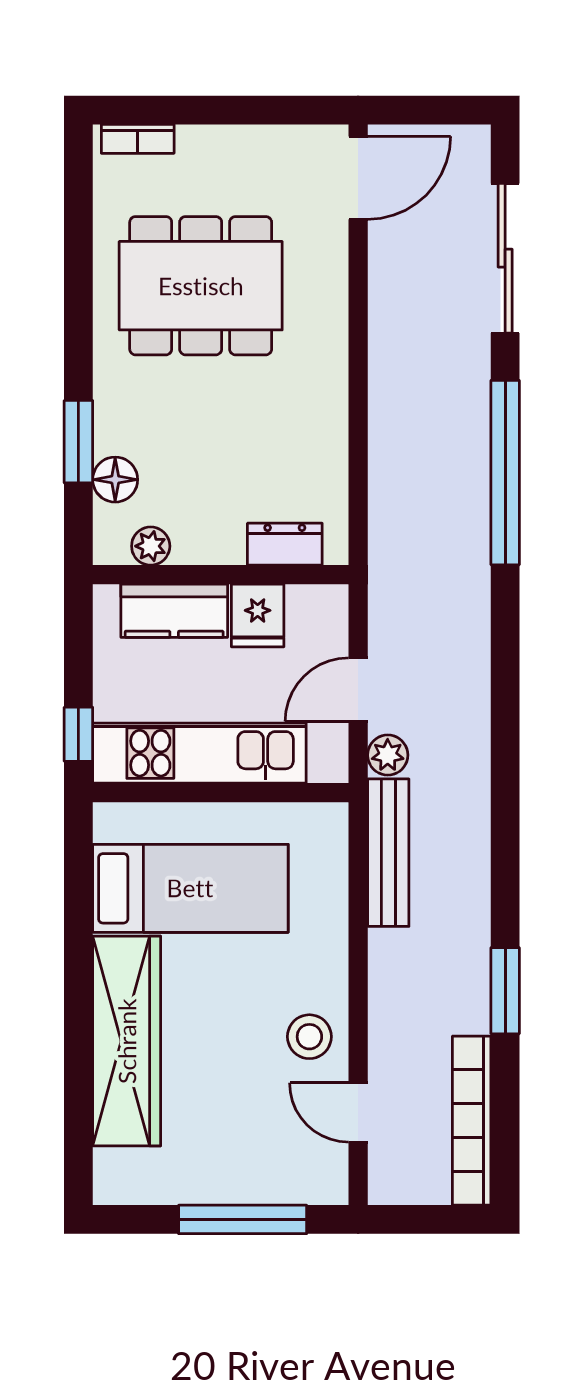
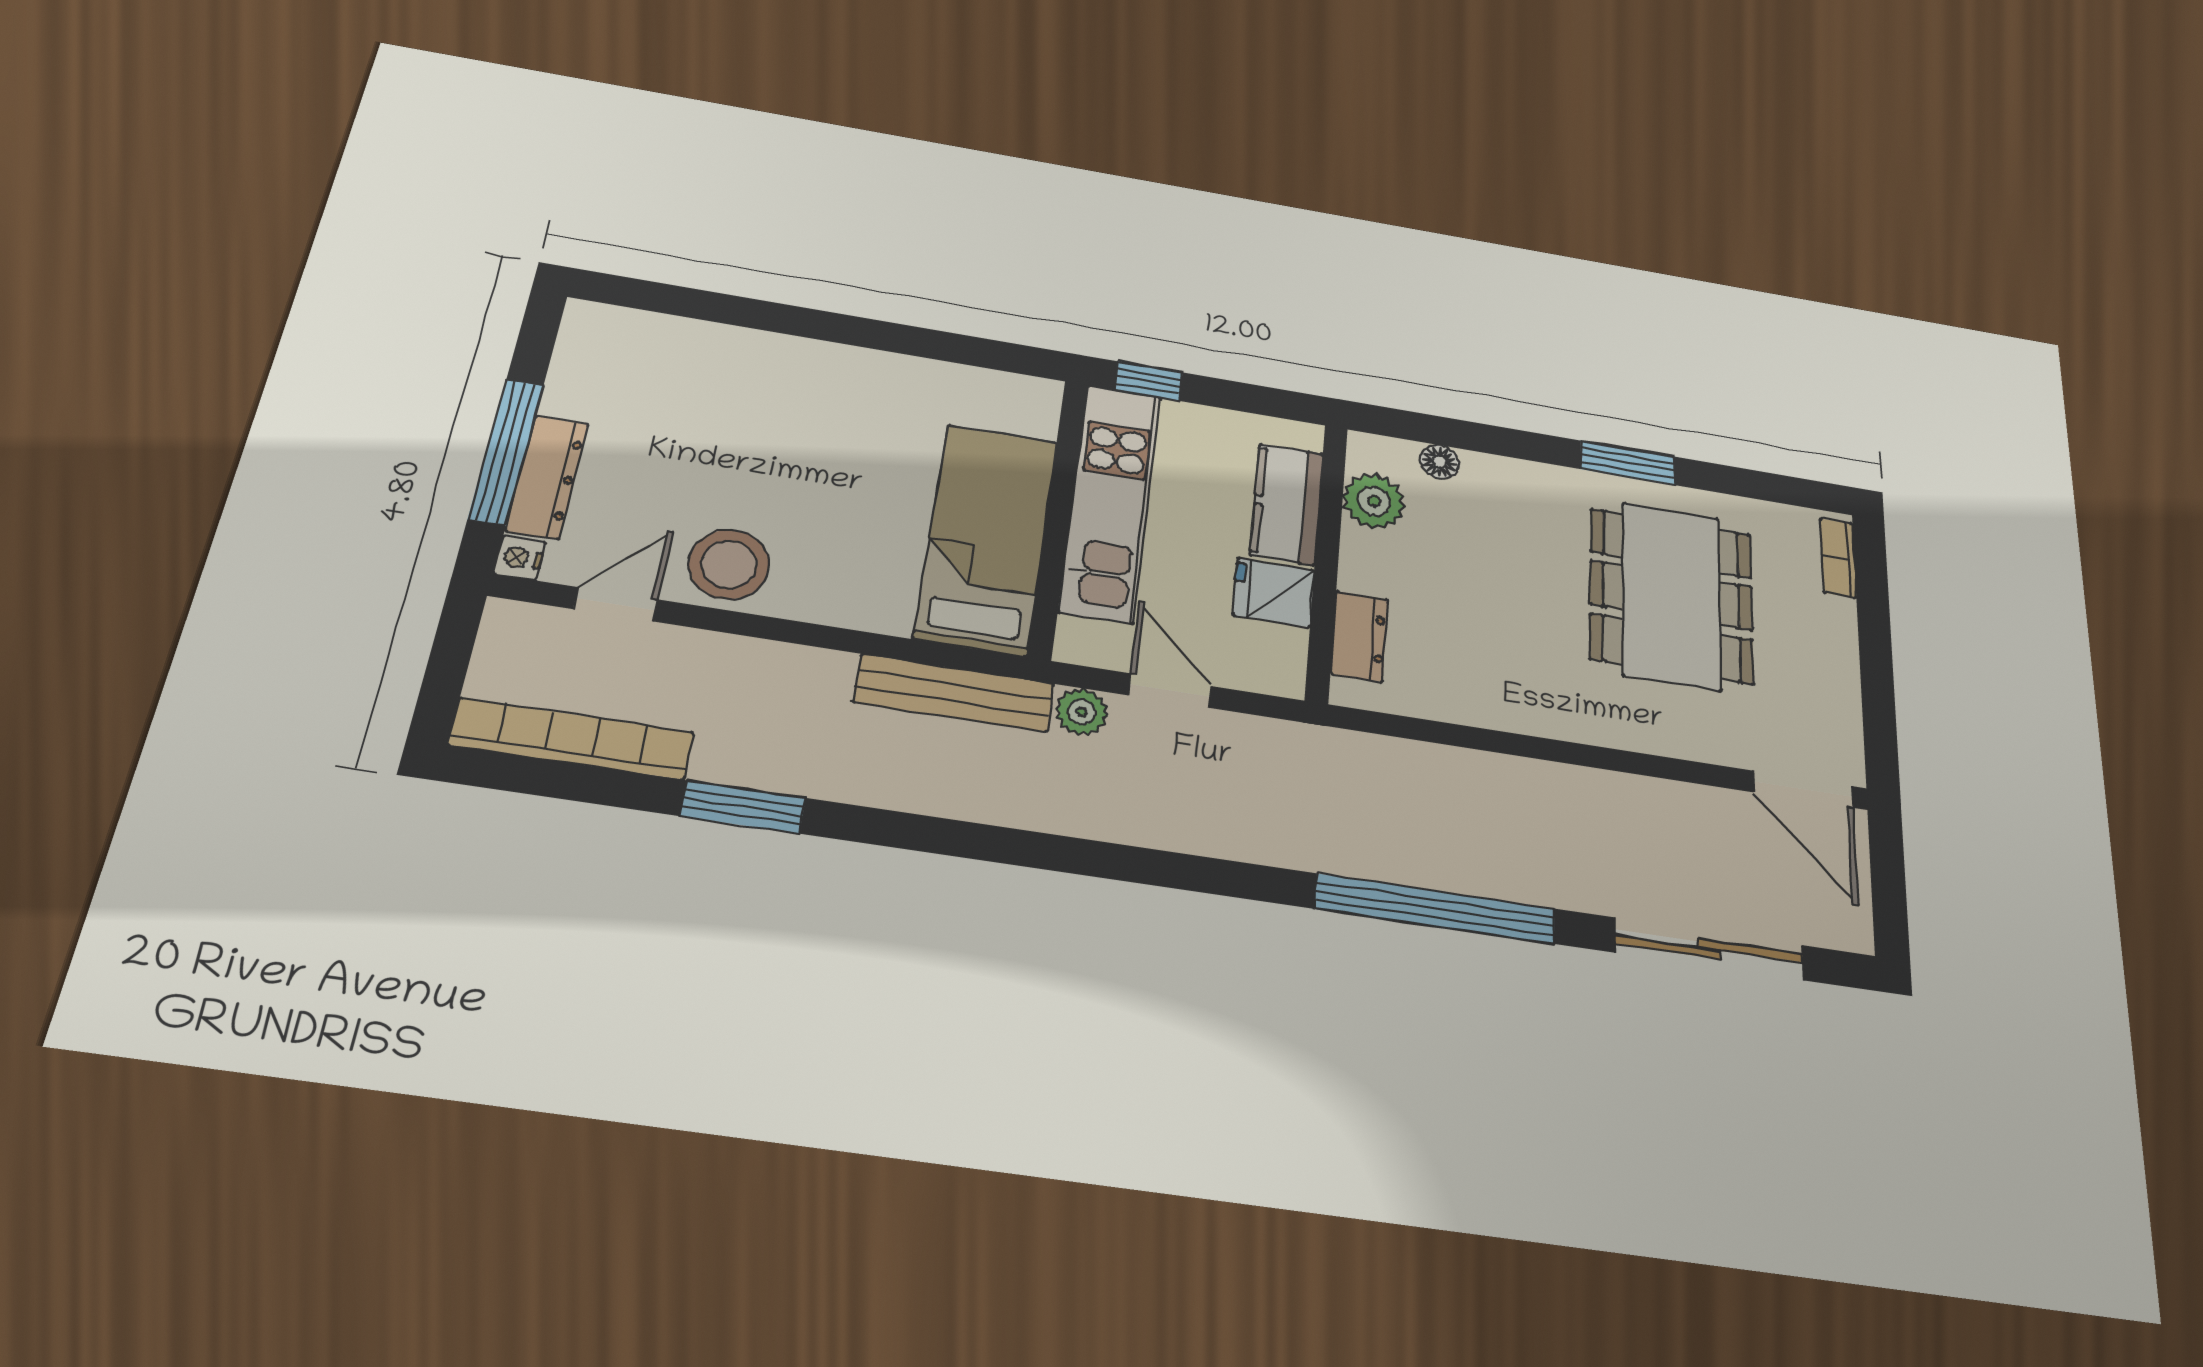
window: (78, 442) -> (1628, 463), moved
floor lamp: (115, 480) -> (1440, 462), width x0.73, depth x0.73
plant: (151, 546) -> (1374, 501), width x1.38, depth x1.38
bed: (190, 888) -> (987, 539), moved, turned 180
stool: (309, 1037) -> (729, 564), width x1.38, depth x1.38
wardrobe: (127, 1041) -> (766, 366), removed
dresser: (259, 1185) -> (547, 477), added
nightstand: (332, 1189) -> (519, 558), added

